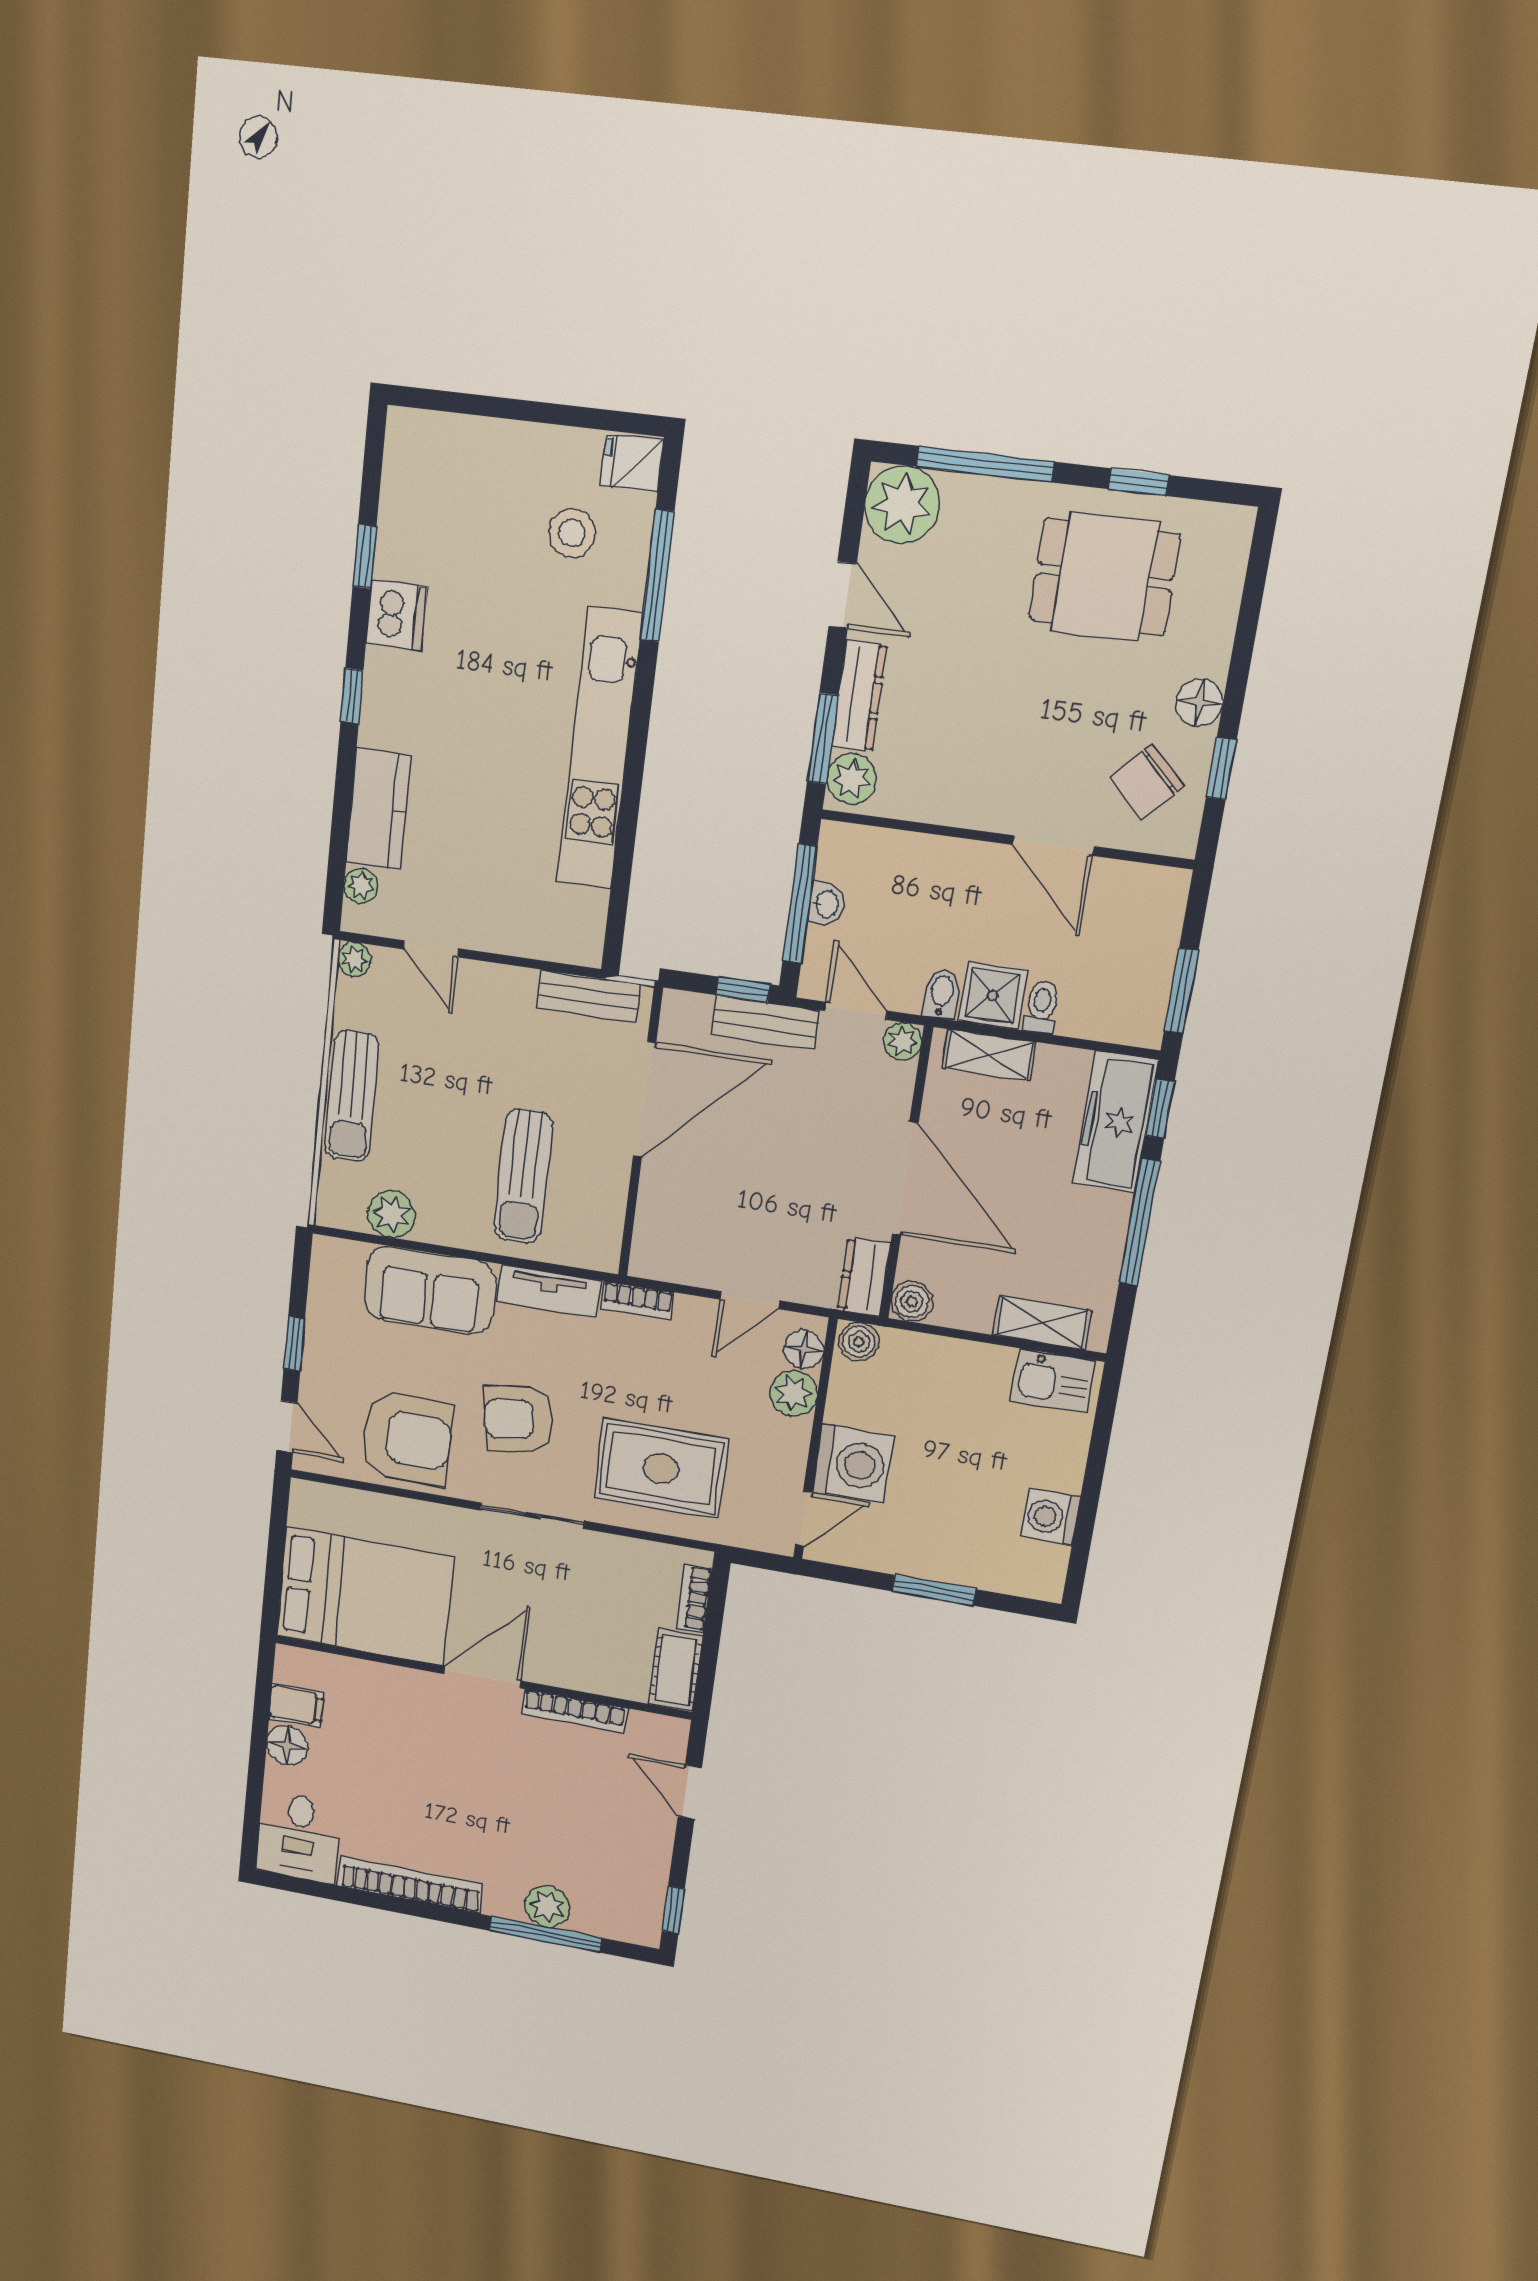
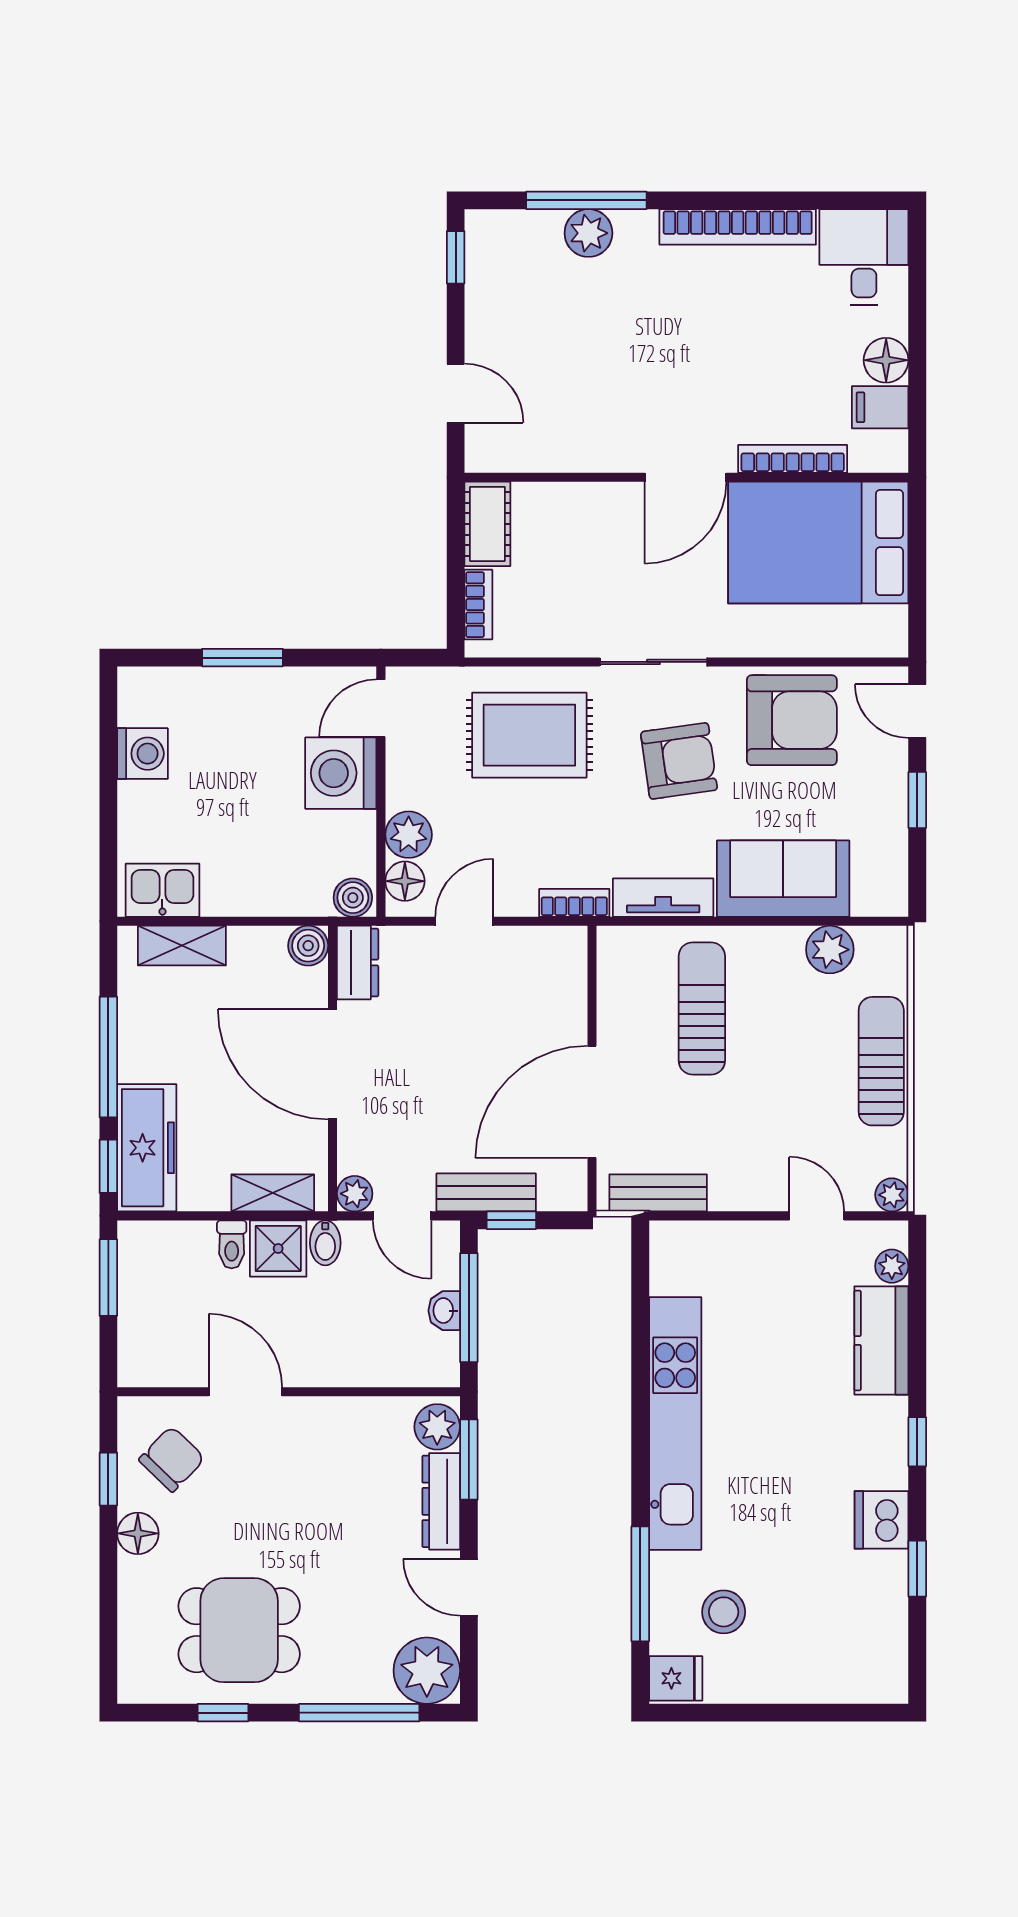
armchair: (406, 1439) -> (792, 720), turned 180
bookcase: (574, 1711) -> (793, 459), moved

